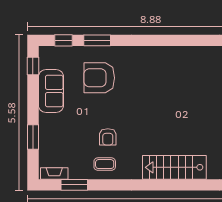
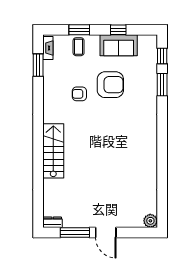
window: (33, 66) -> (118, 30), moved
armchair: (99, 78) -> (110, 85), moved, turned 90
coffee table: (105, 164) -> (79, 47), moved

